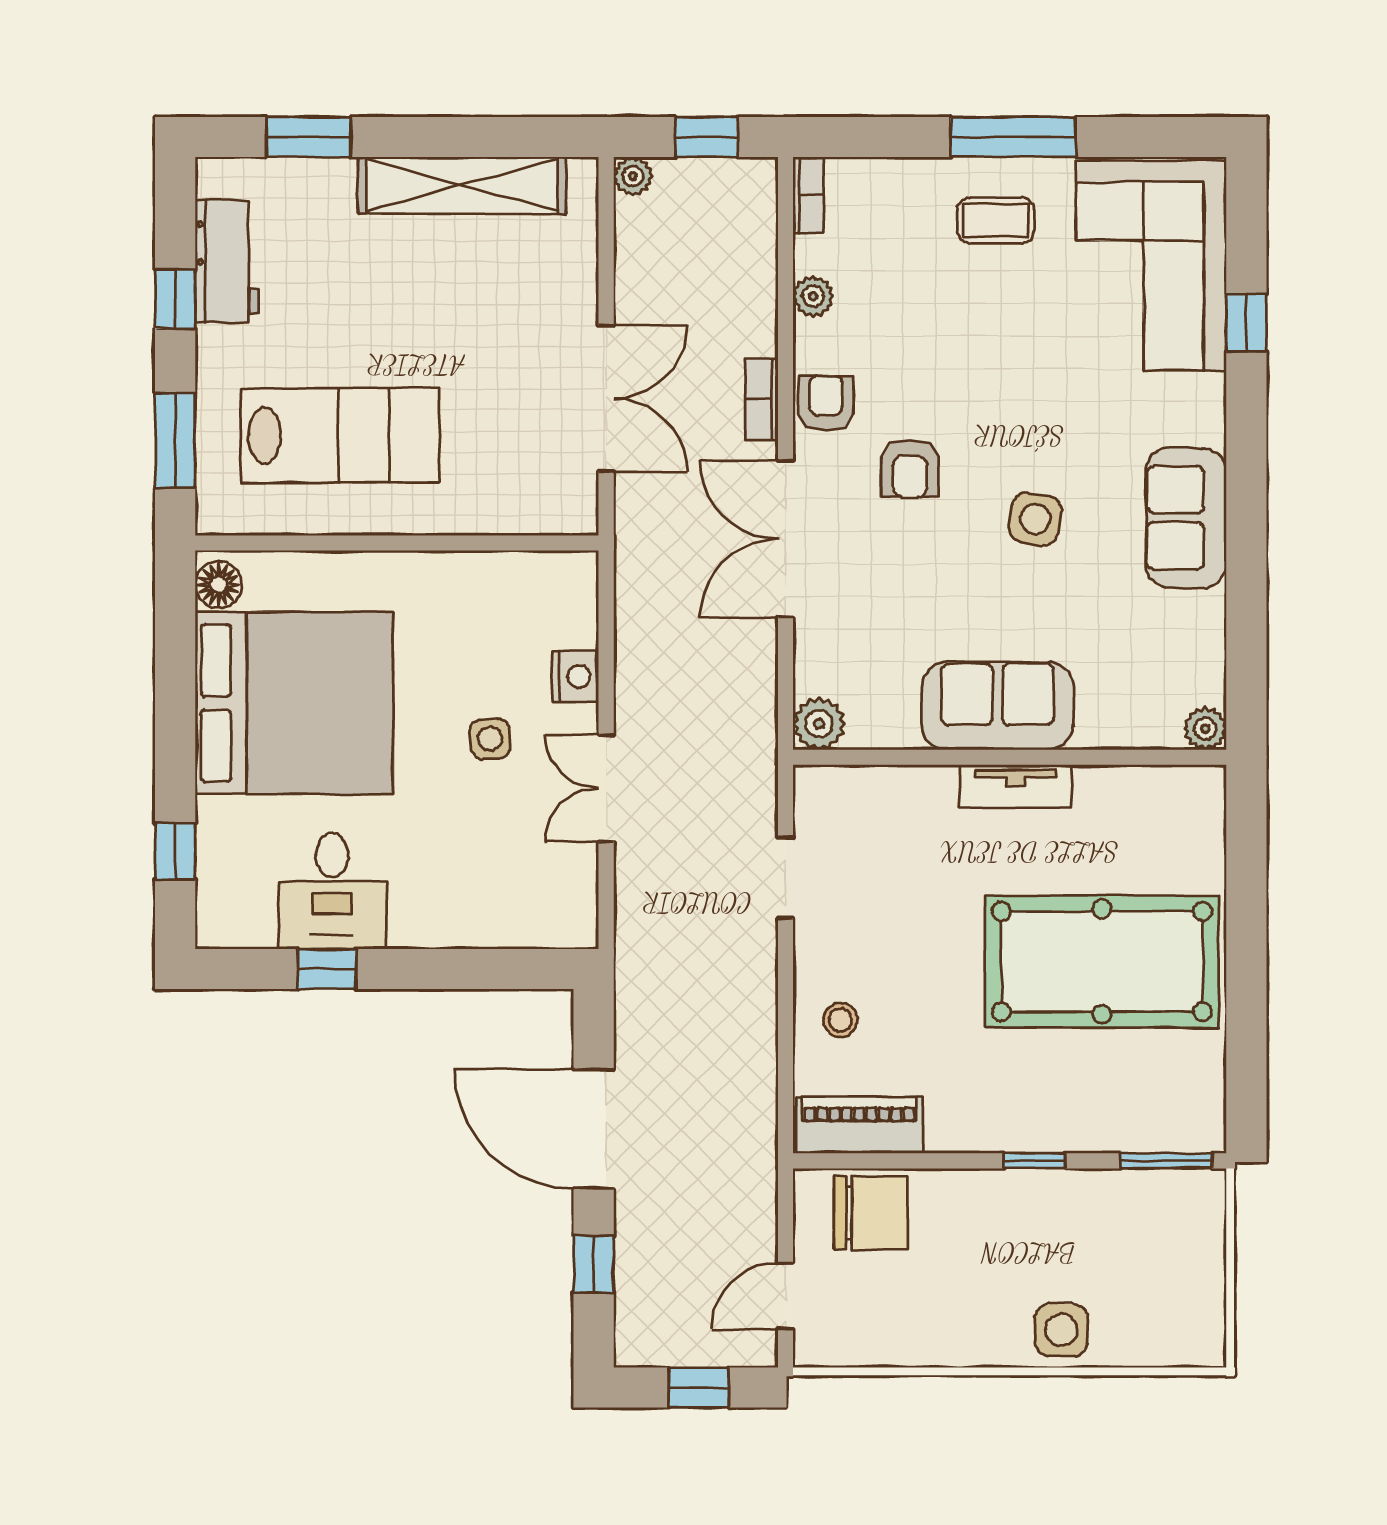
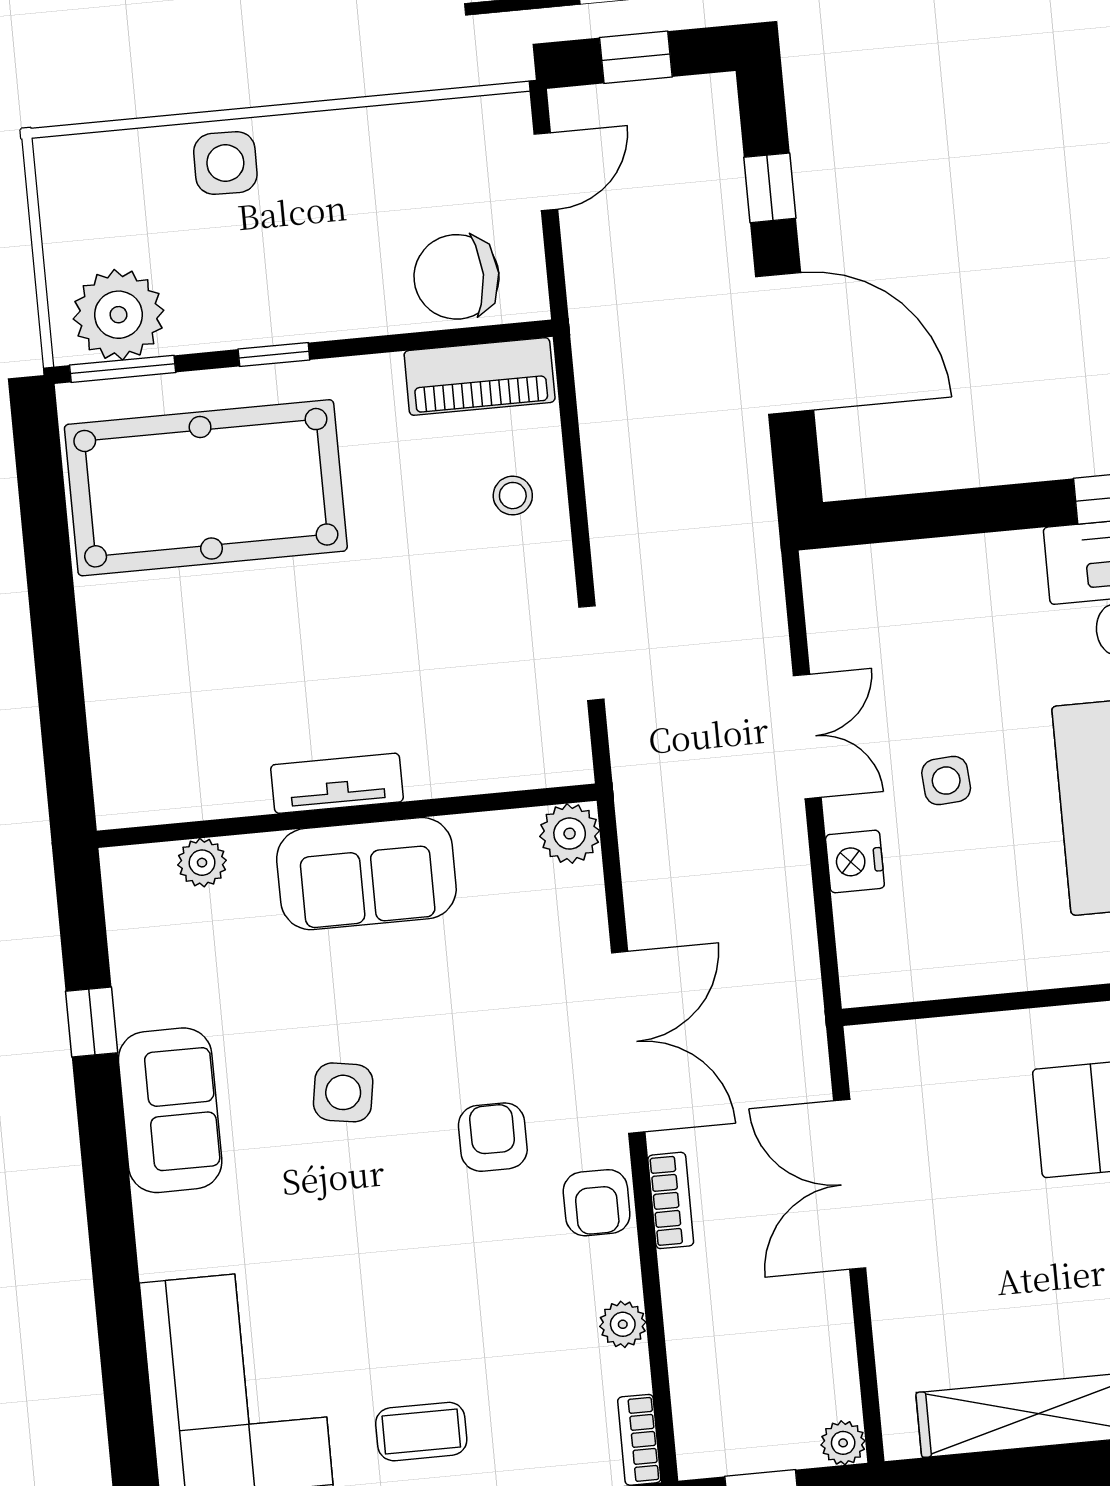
window: (1246, 323) -> (92, 1022), moved
plant: (1205, 729) -> (202, 863), moved
pool table: (1102, 962) -> (206, 488), moved
plant: (1166, 1208) -> (119, 315), added

